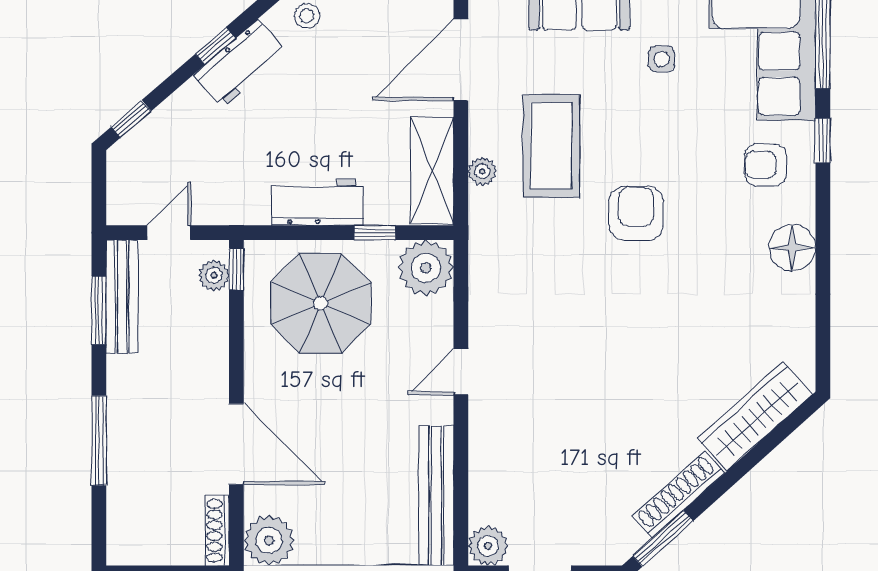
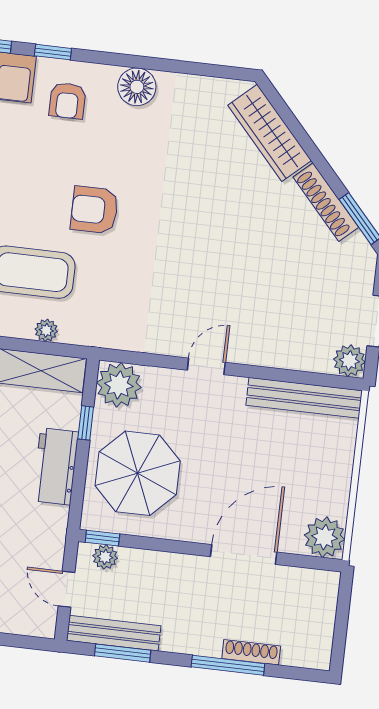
door: (461, 372) -> (206, 366), swing flipped
shoe rack: (217, 531) -> (251, 652), moved, turned 180

